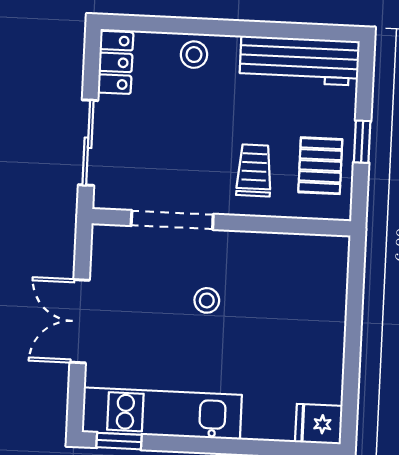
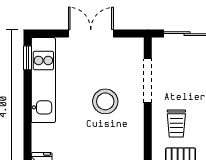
trolley: (254, 170) -> (176, 124), turned 90
stool: (207, 300) -> (105, 101), width x1.89, depth x1.89

